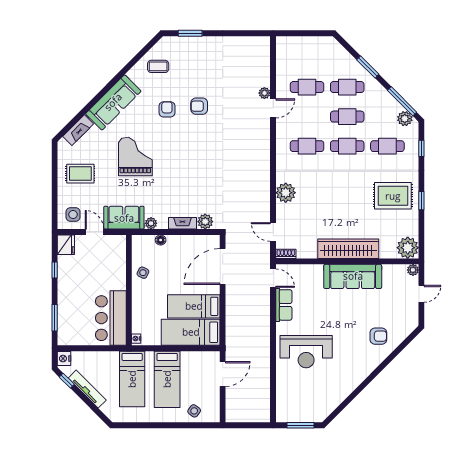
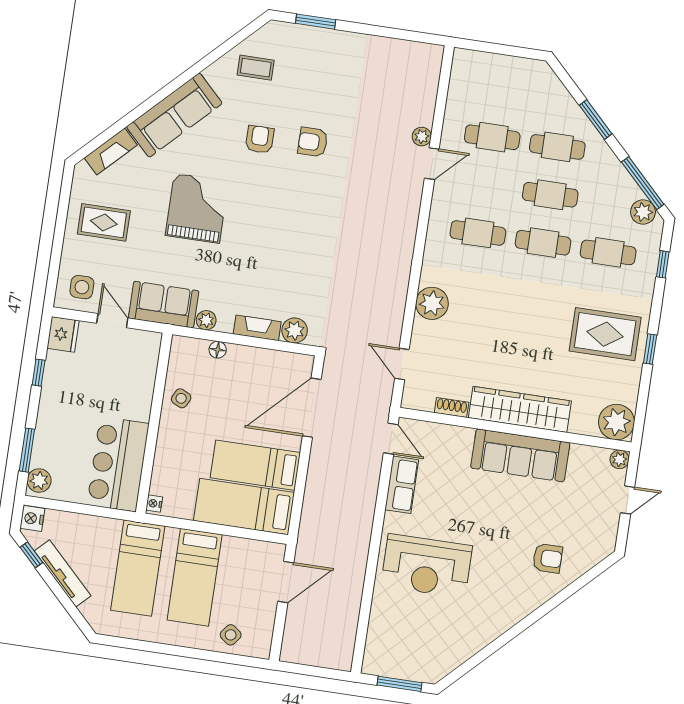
shoe rack: (286, 254) -> (452, 408), moved
plant: (65, 335) -> (39, 481), added

